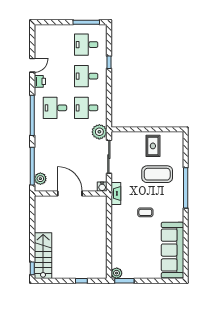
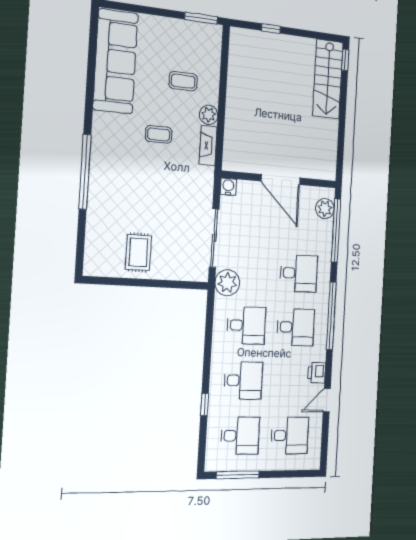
desk: (55, 45) -> (290, 435), added
desk: (55, 139) -> (299, 273), added
coffee table: (157, 174) -> (183, 81), moved, width x0.54, depth x0.58
fireplace: (116, 193) -> (208, 145), moved
plant: (117, 273) -> (209, 115), moved

